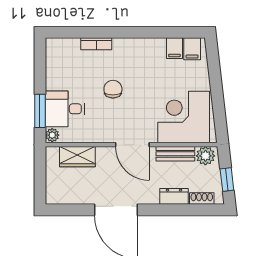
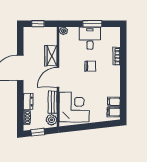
desk: (65, 109) -> (90, 38), moved
window: (40, 111) -> (92, 24), moved
wardrobe: (77, 157) -> (51, 56), moved
window: (40, 179) -> (38, 24), added

